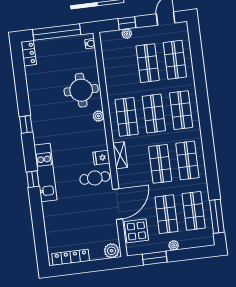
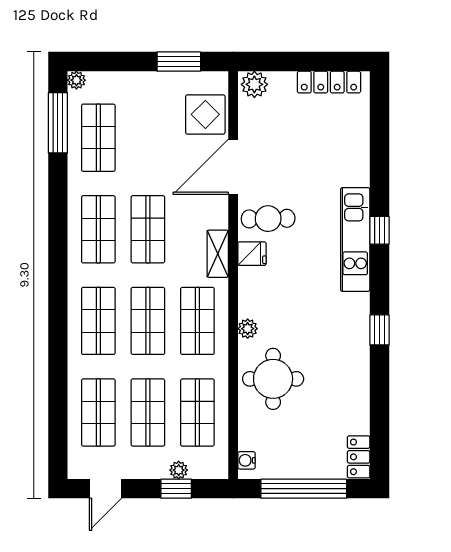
shop shelf: (166, 214) -> (197, 412), moved
plant: (174, 245) -> (76, 80), moved

